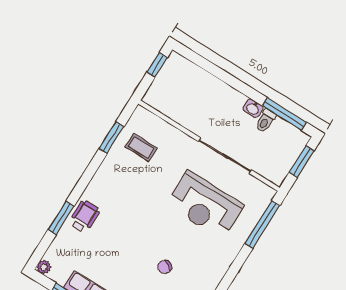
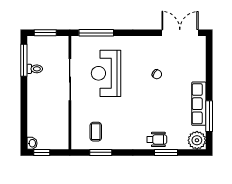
washbasin: (253, 108) -> (32, 143), moved
reception desk: (205, 205) -> (106, 73), turned 180
wheelchair: (84, 216) -> (157, 139), turned 180
plant: (44, 267) -> (197, 140), width x1.87, depth x1.87

